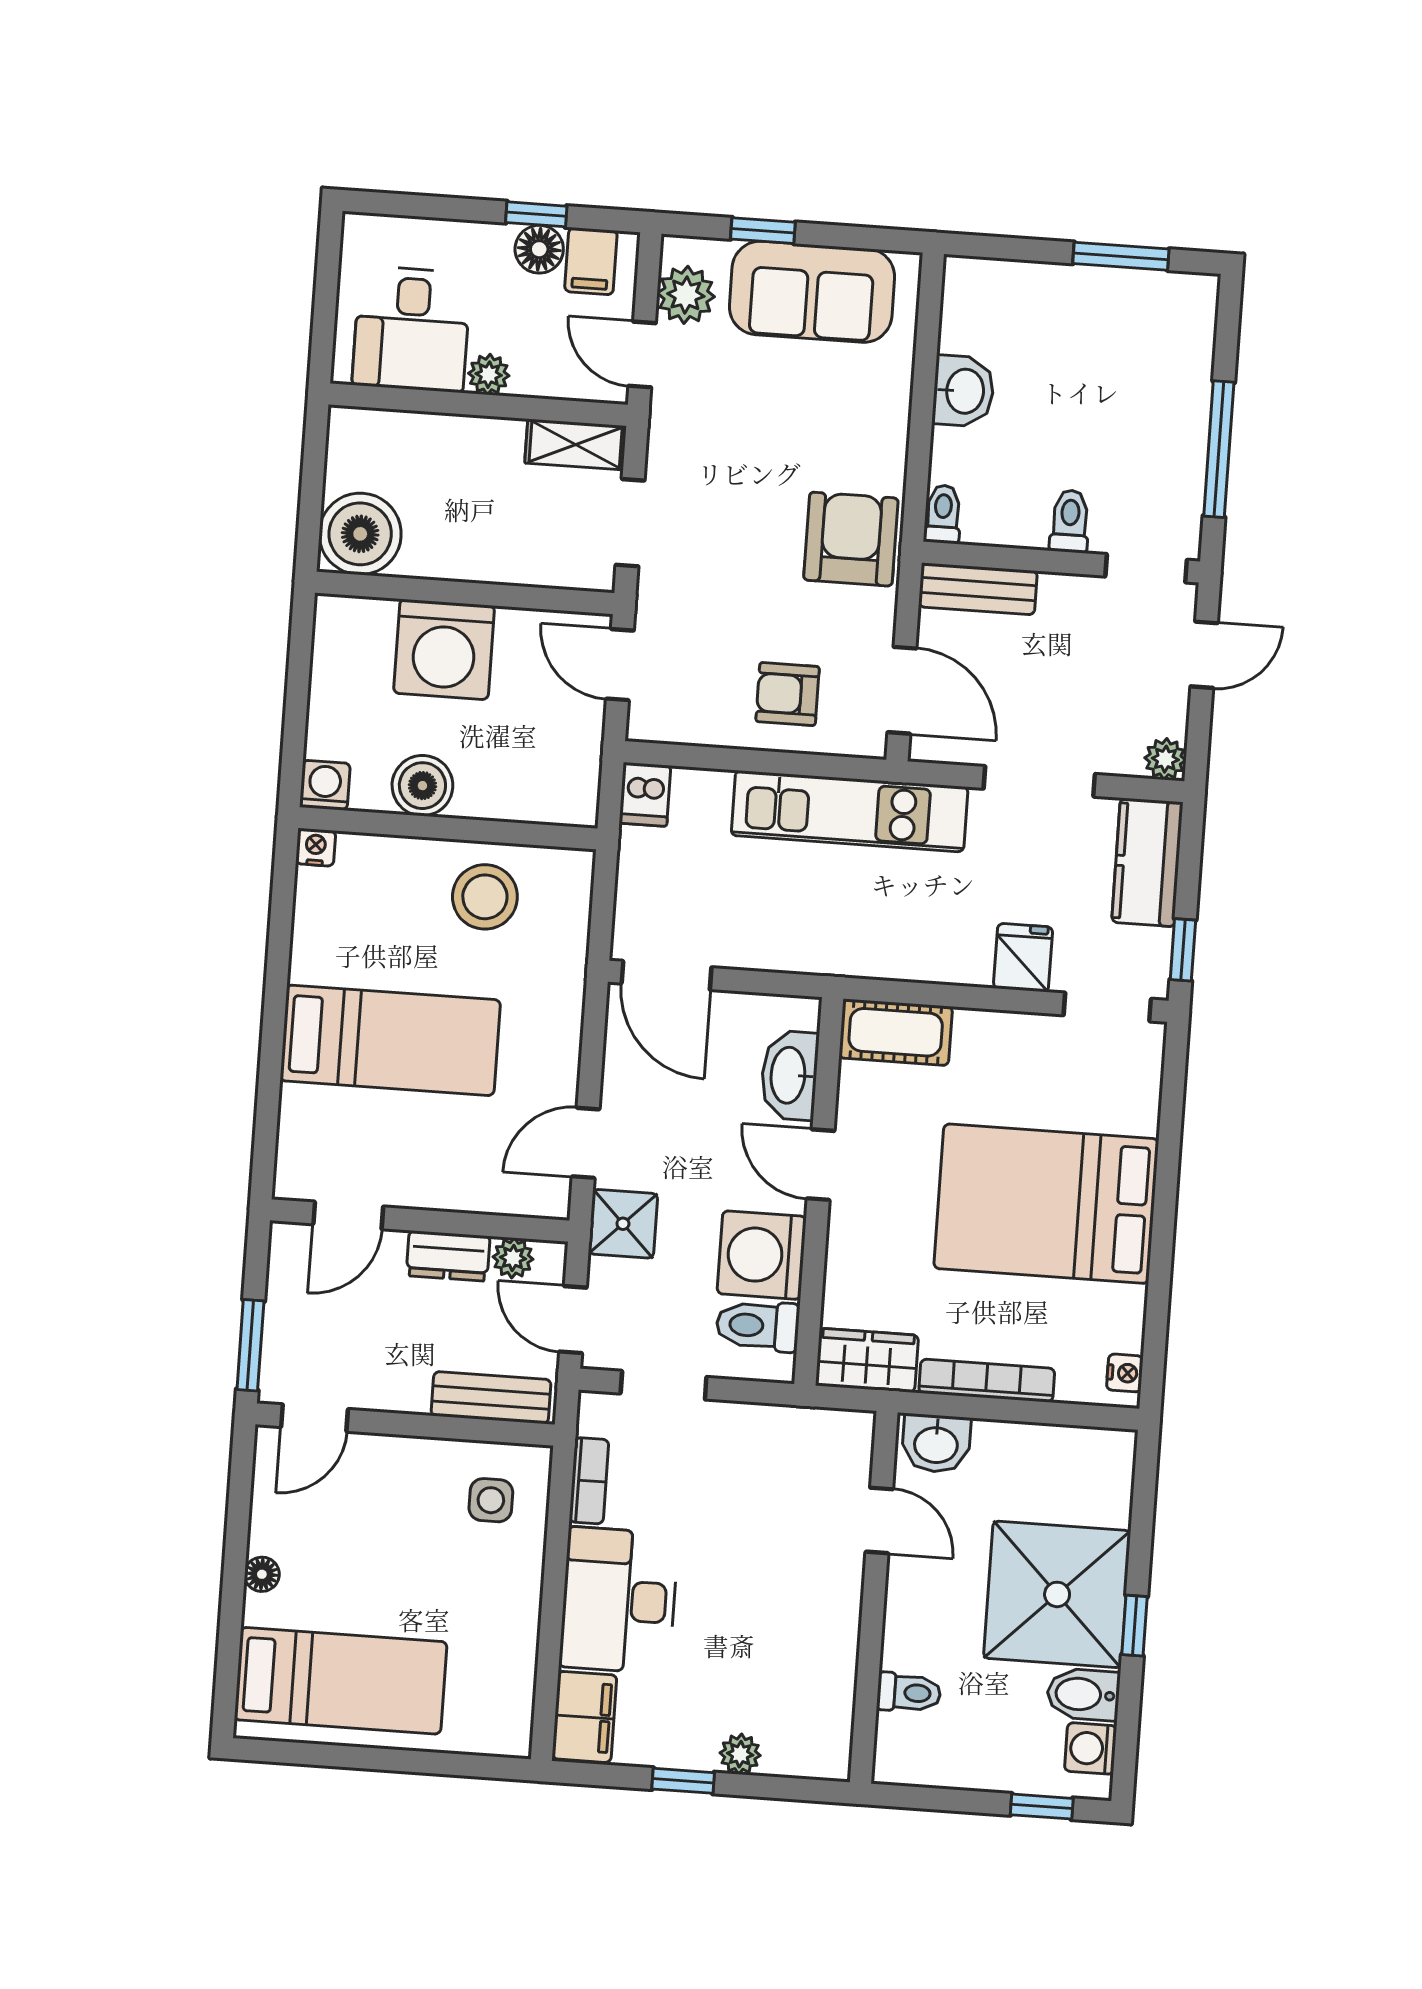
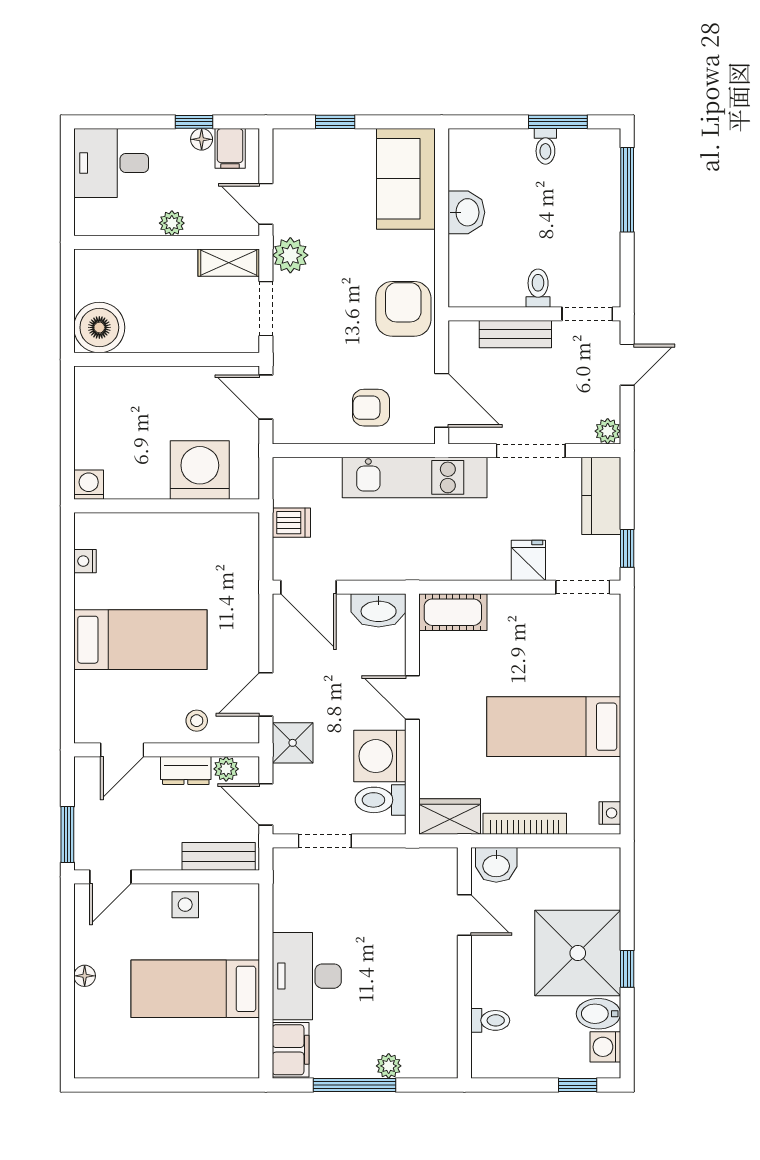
floor lamp: (539, 249) -> (202, 139), width x0.73, depth x0.73
sofa: (812, 292) -> (406, 179), moved, turned 90
plant: (686, 295) -> (290, 255), moved
desk: (412, 329) -> (111, 163), moved, turned 90
window: (1219, 449) -> (627, 190), moved
toilet: (943, 514) -> (545, 146), moved, turned 180
bench: (978, 589) -> (515, 334), moved
washing machine: (444, 649) -> (200, 470), moved, turned 180
boiler: (422, 786) -> (149, 481), removed
dishwasher: (645, 794) -> (291, 523), moved, turned -90
nightstand: (316, 847) -> (85, 561), moved, turned -90
stool: (485, 897) -> (197, 721), moved, width x0.53, depth x0.53
washbasin: (790, 1075) -> (379, 610), moved, turned -90
bed: (1046, 1204) -> (554, 727), width x0.67
bookcase: (589, 1481) -> (283, 903), removed
side table: (491, 1500) -> (185, 905), moved
bed: (341, 1681) -> (195, 989), moved, turned 180
window: (683, 1781) -> (355, 1085), width x2.17

